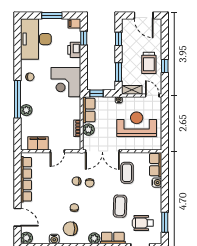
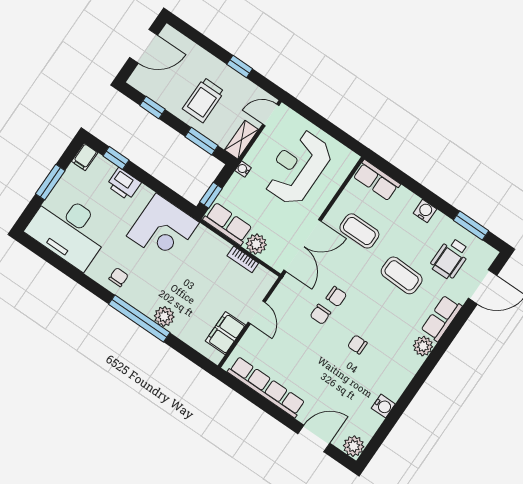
trolley: (149, 63) -> (203, 100), moved, turned 90
water cooler: (157, 183) -> (425, 211), moved
chair: (70, 229) -> (385, 372), removed

